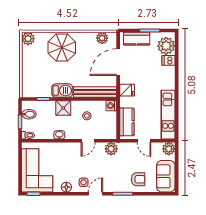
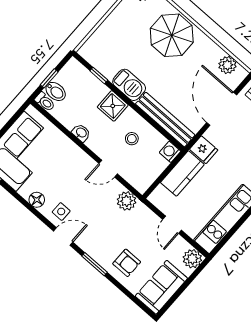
door: (118, 62) -> (222, 109), hinge flipped
bidet: (29, 114) -> (56, 91), moved
kitchen counter: (127, 122) -> (182, 173), moved

